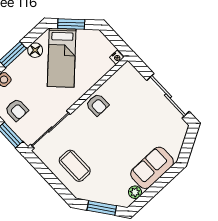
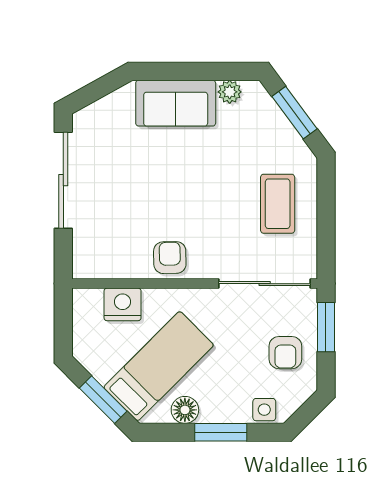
nightstand: (117, 57) -> (123, 304), moved, width x1.89, depth x1.79
armchair: (17, 110) -> (285, 353), turned 180

